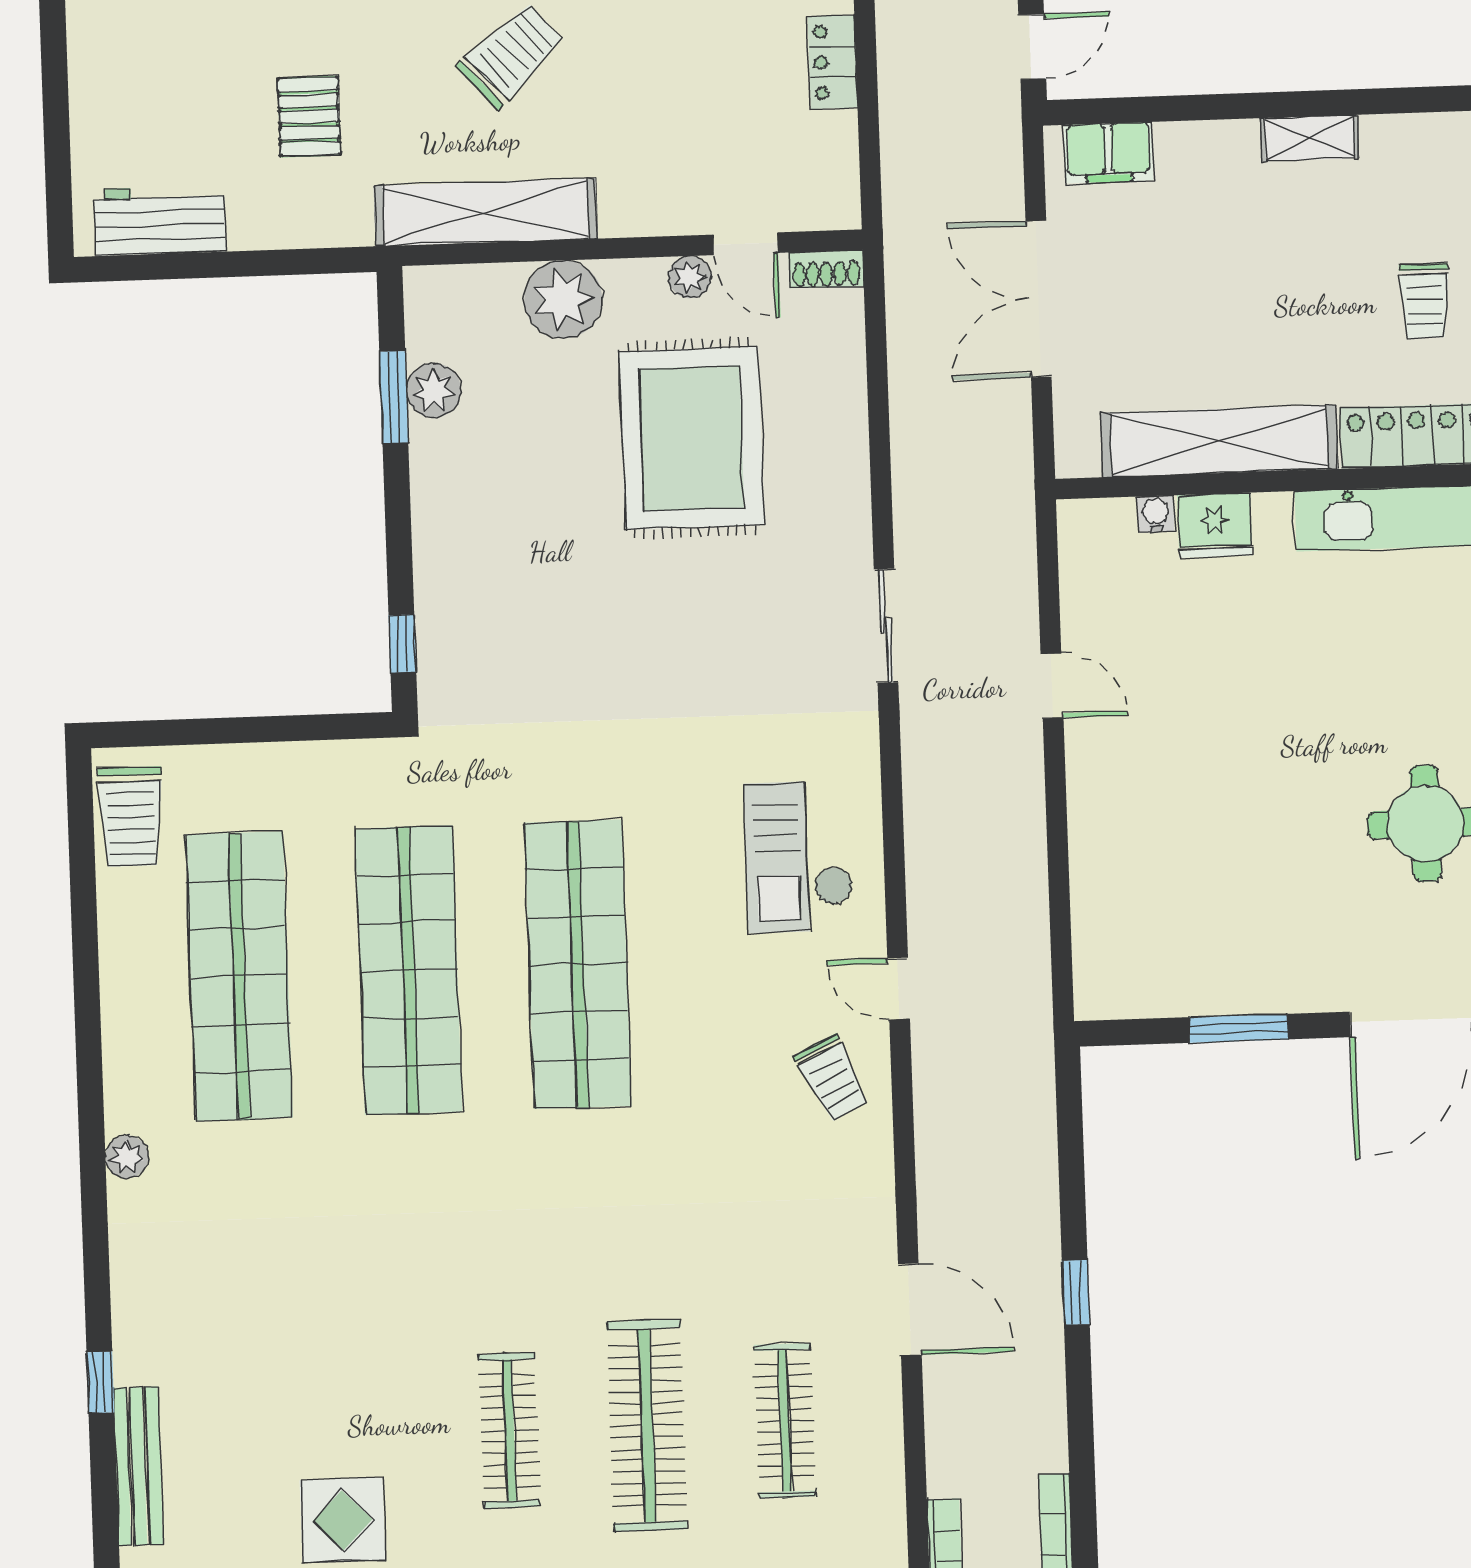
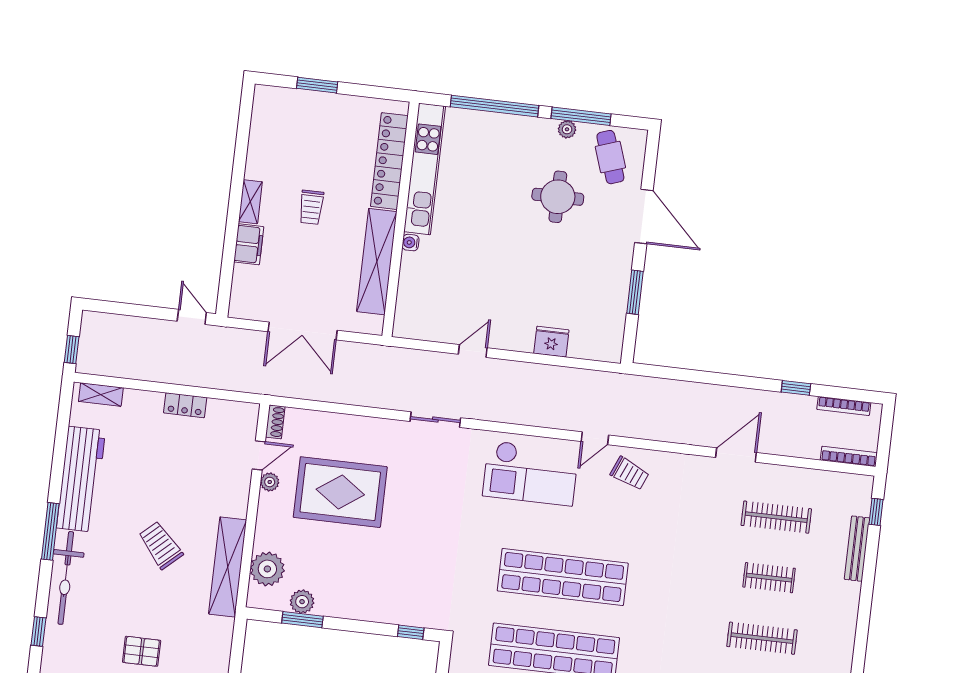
pallet: (309, 117) -> (142, 651), moved
filing cabinet: (1108, 153) -> (249, 244), moved
plant: (563, 299) -> (267, 569), moved
trolley: (1425, 301) -> (311, 207), moved, turned 90
water cooler: (1156, 514) -> (411, 243), moved
fridge: (1215, 525) -> (551, 342), moved, turned -90
checkout: (799, 857) -> (530, 473), width x1.36, depth x1.21
trolley: (832, 1078) -> (630, 473), turned 49
window: (1076, 1293) -> (796, 388), moved
clothes rail: (647, 1426) -> (769, 578), width x0.54, depth x0.76

